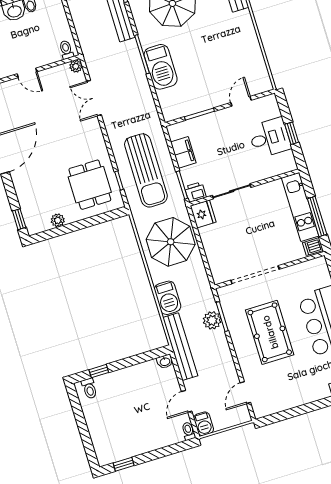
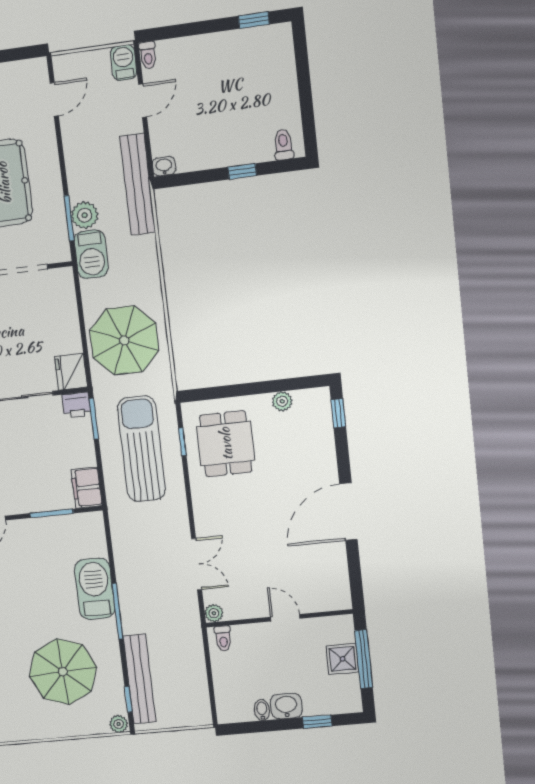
filing cabinet: (183, 152) -> (87, 488), moved
barbecue: (168, 298) -> (91, 254), moved, turned 180
window: (99, 371) -> (242, 171), moved

